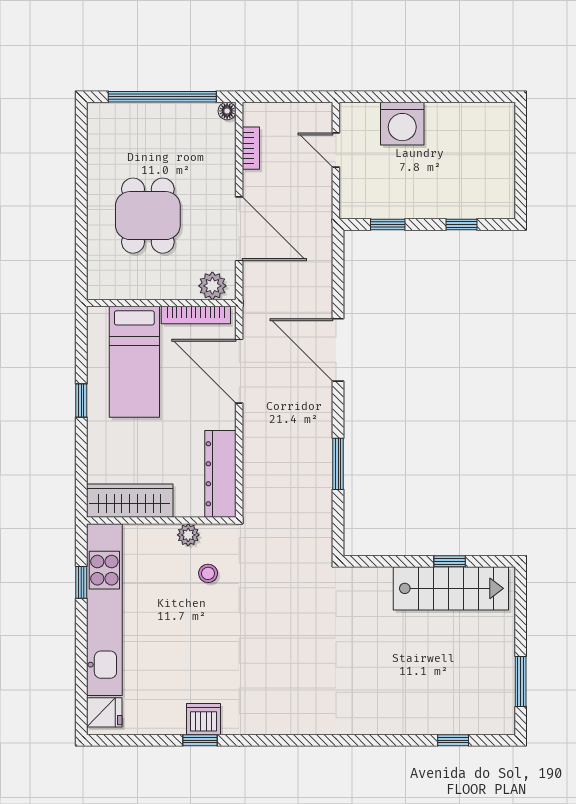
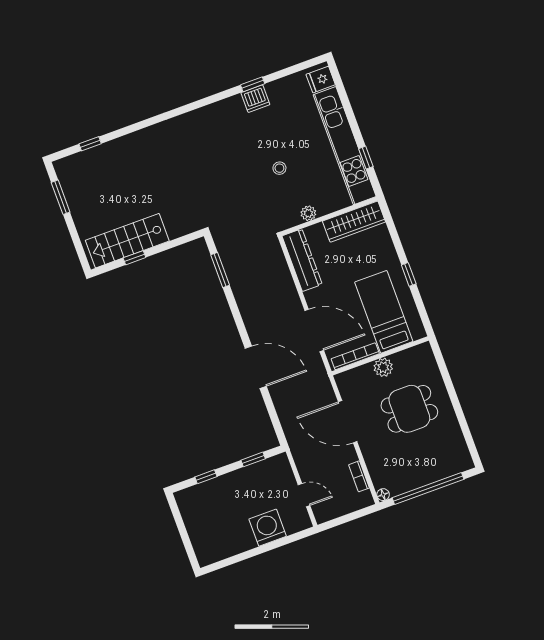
dining table: (148, 216) -> (409, 409), turned 90
plant: (212, 286) -> (383, 367), moved
window: (338, 464) -> (220, 270), moved
stool: (208, 573) -> (279, 168), moved

